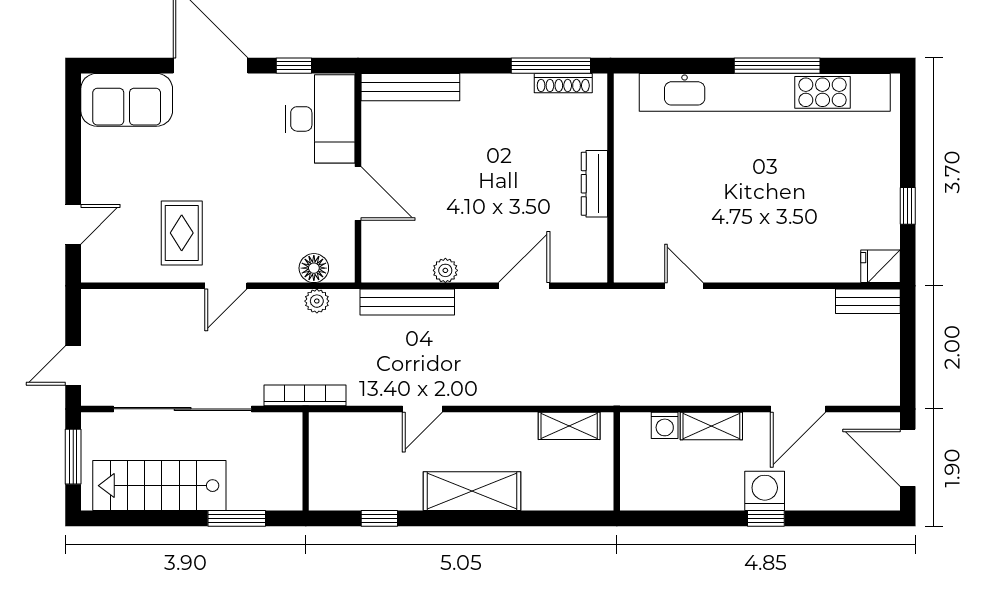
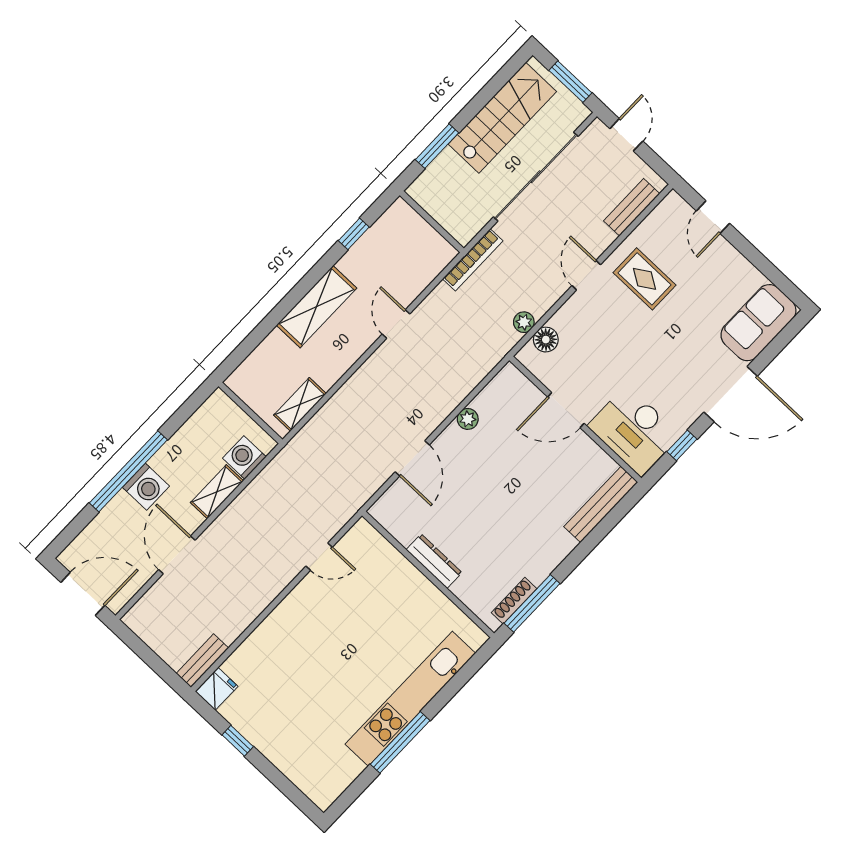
kitchen unit: (765, 92) -> (410, 699), width x0.73
bench: (407, 302) -> (632, 207), moved, width x0.73
washing machine: (665, 425) -> (244, 457), width x1.38, depth x1.38
window: (766, 518) -> (128, 471), width x3.17

